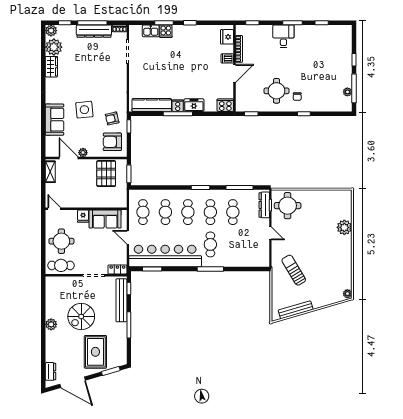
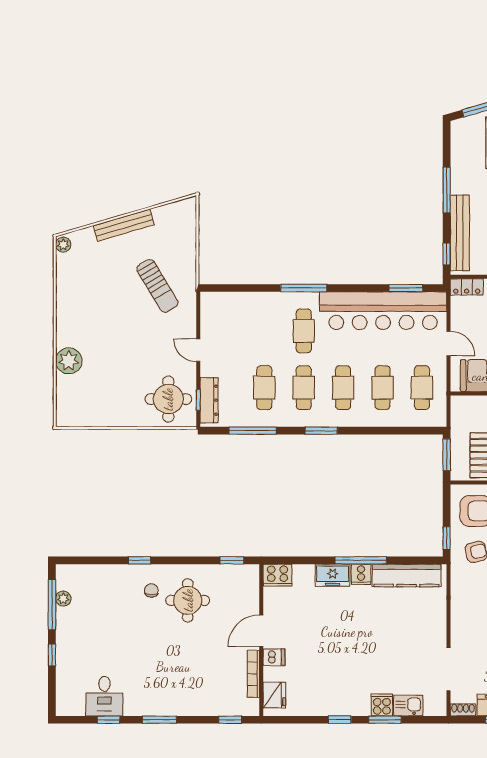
desk: (283, 36) -> (104, 696), moved
bench: (296, 310) -> (124, 225), moved

